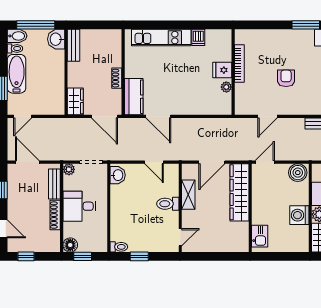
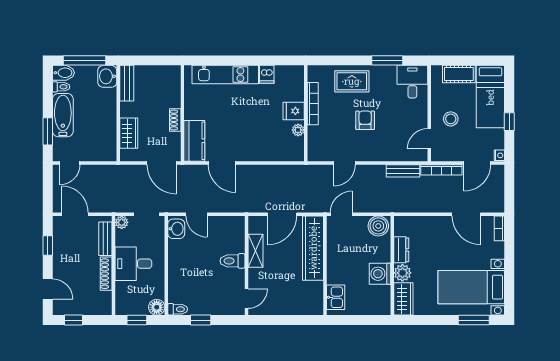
rug: (274, 44) -> (352, 81), added
wardrobe: (75, 101) -> (129, 133), moved
door: (154, 162) -> (197, 214), moved
floor lamp: (70, 245) -> (157, 307), moved

